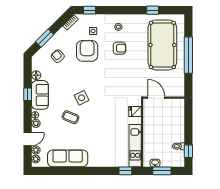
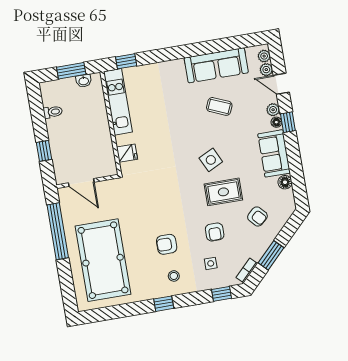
window: (153, 10) -> (164, 304), moved
window: (45, 38) -> (271, 255), moved
armchair: (87, 51) -> (215, 232), width x0.53, depth x0.53
window: (188, 55) -> (58, 231), moved
rug: (77, 76) -> (223, 192), added
window: (28, 94) -> (288, 122), moved
door: (156, 98) -> (81, 183), moved
coffee table: (70, 117) -> (219, 106), moved
door: (28, 139) -> (281, 84), hinge flipped
window: (188, 151) -> (44, 151), moved

